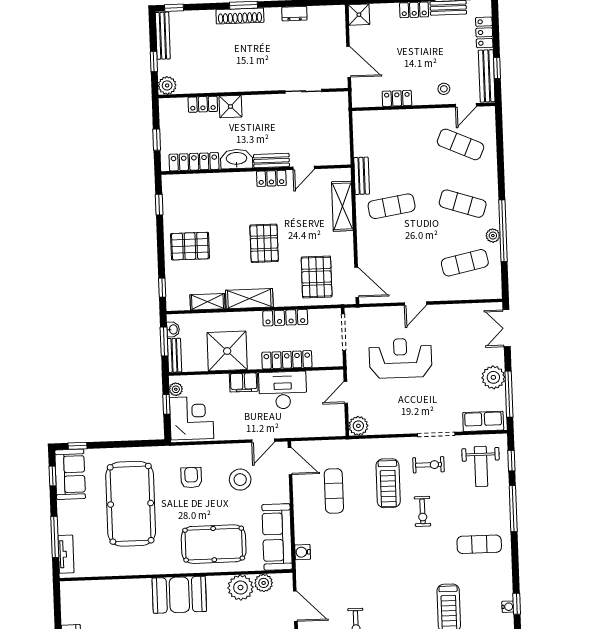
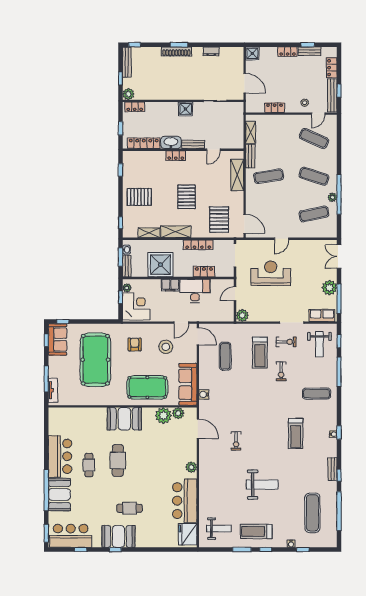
locker: (203, 104) -> (135, 107), moved
shower: (230, 107) -> (185, 109), moved
shelving: (361, 139) -> (251, 132), added
locker: (271, 178) -> (176, 156), moved
locker: (287, 360) -> (204, 272), width x0.66

